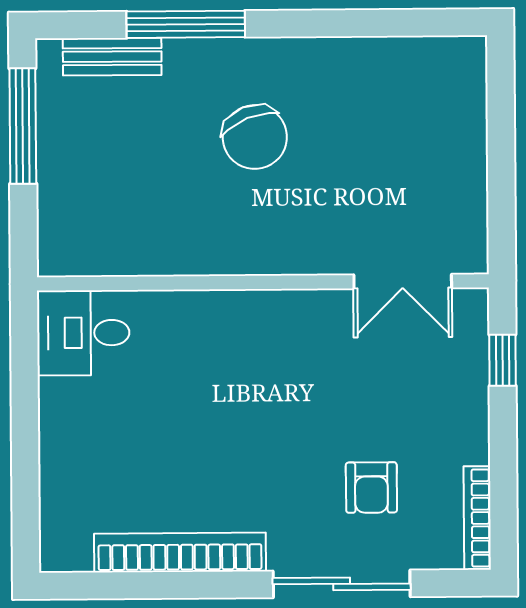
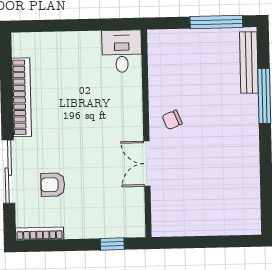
bench: (112, 57) -> (249, 62), width x1.36
chair: (255, 137) -> (172, 120), moved, width x0.54, depth x0.54
double door: (403, 281) -> (147, 164), moved

